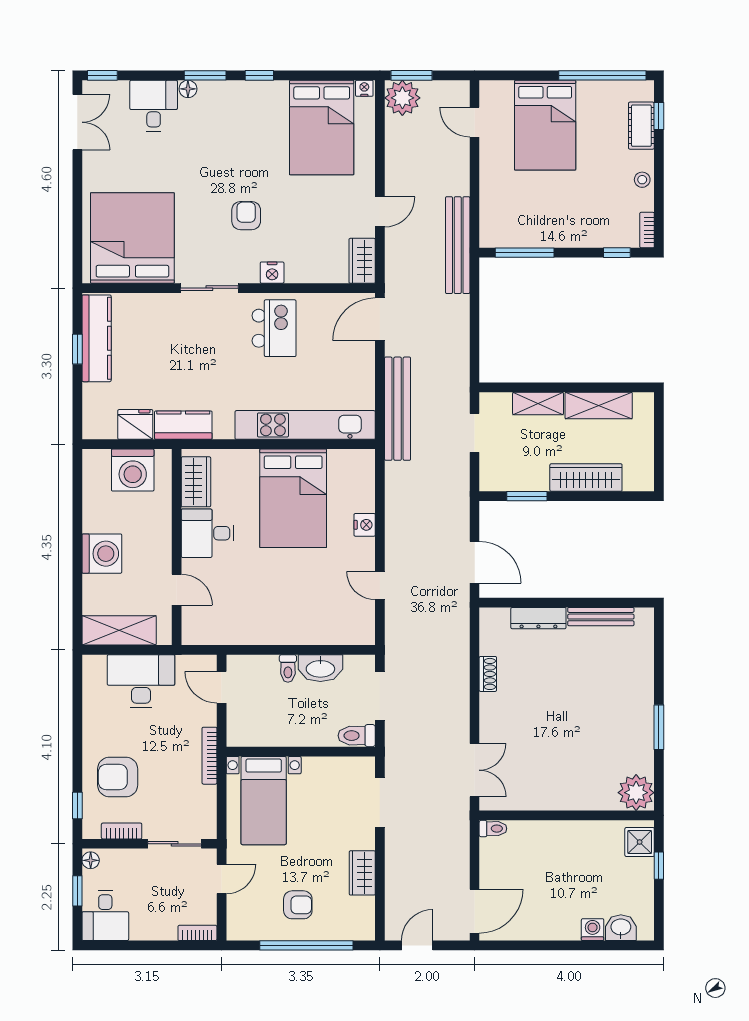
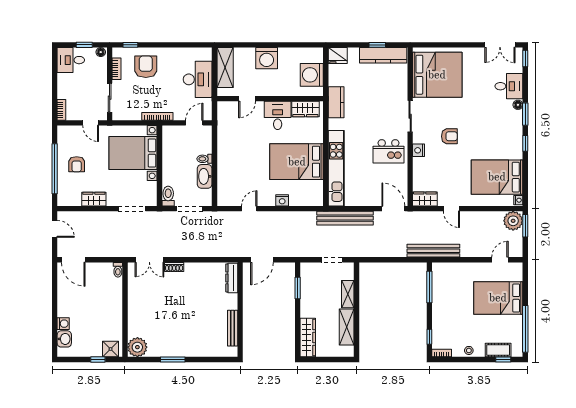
fridge: (135, 424) -> (338, 56), moved, turned 90
wardrobe: (586, 478) -> (308, 338), moved
dresser: (538, 618) -> (232, 278), moved
shoe rack: (488, 674) -> (174, 267), moved
bed with nightstands: (264, 801) -> (133, 153), width x1.36

